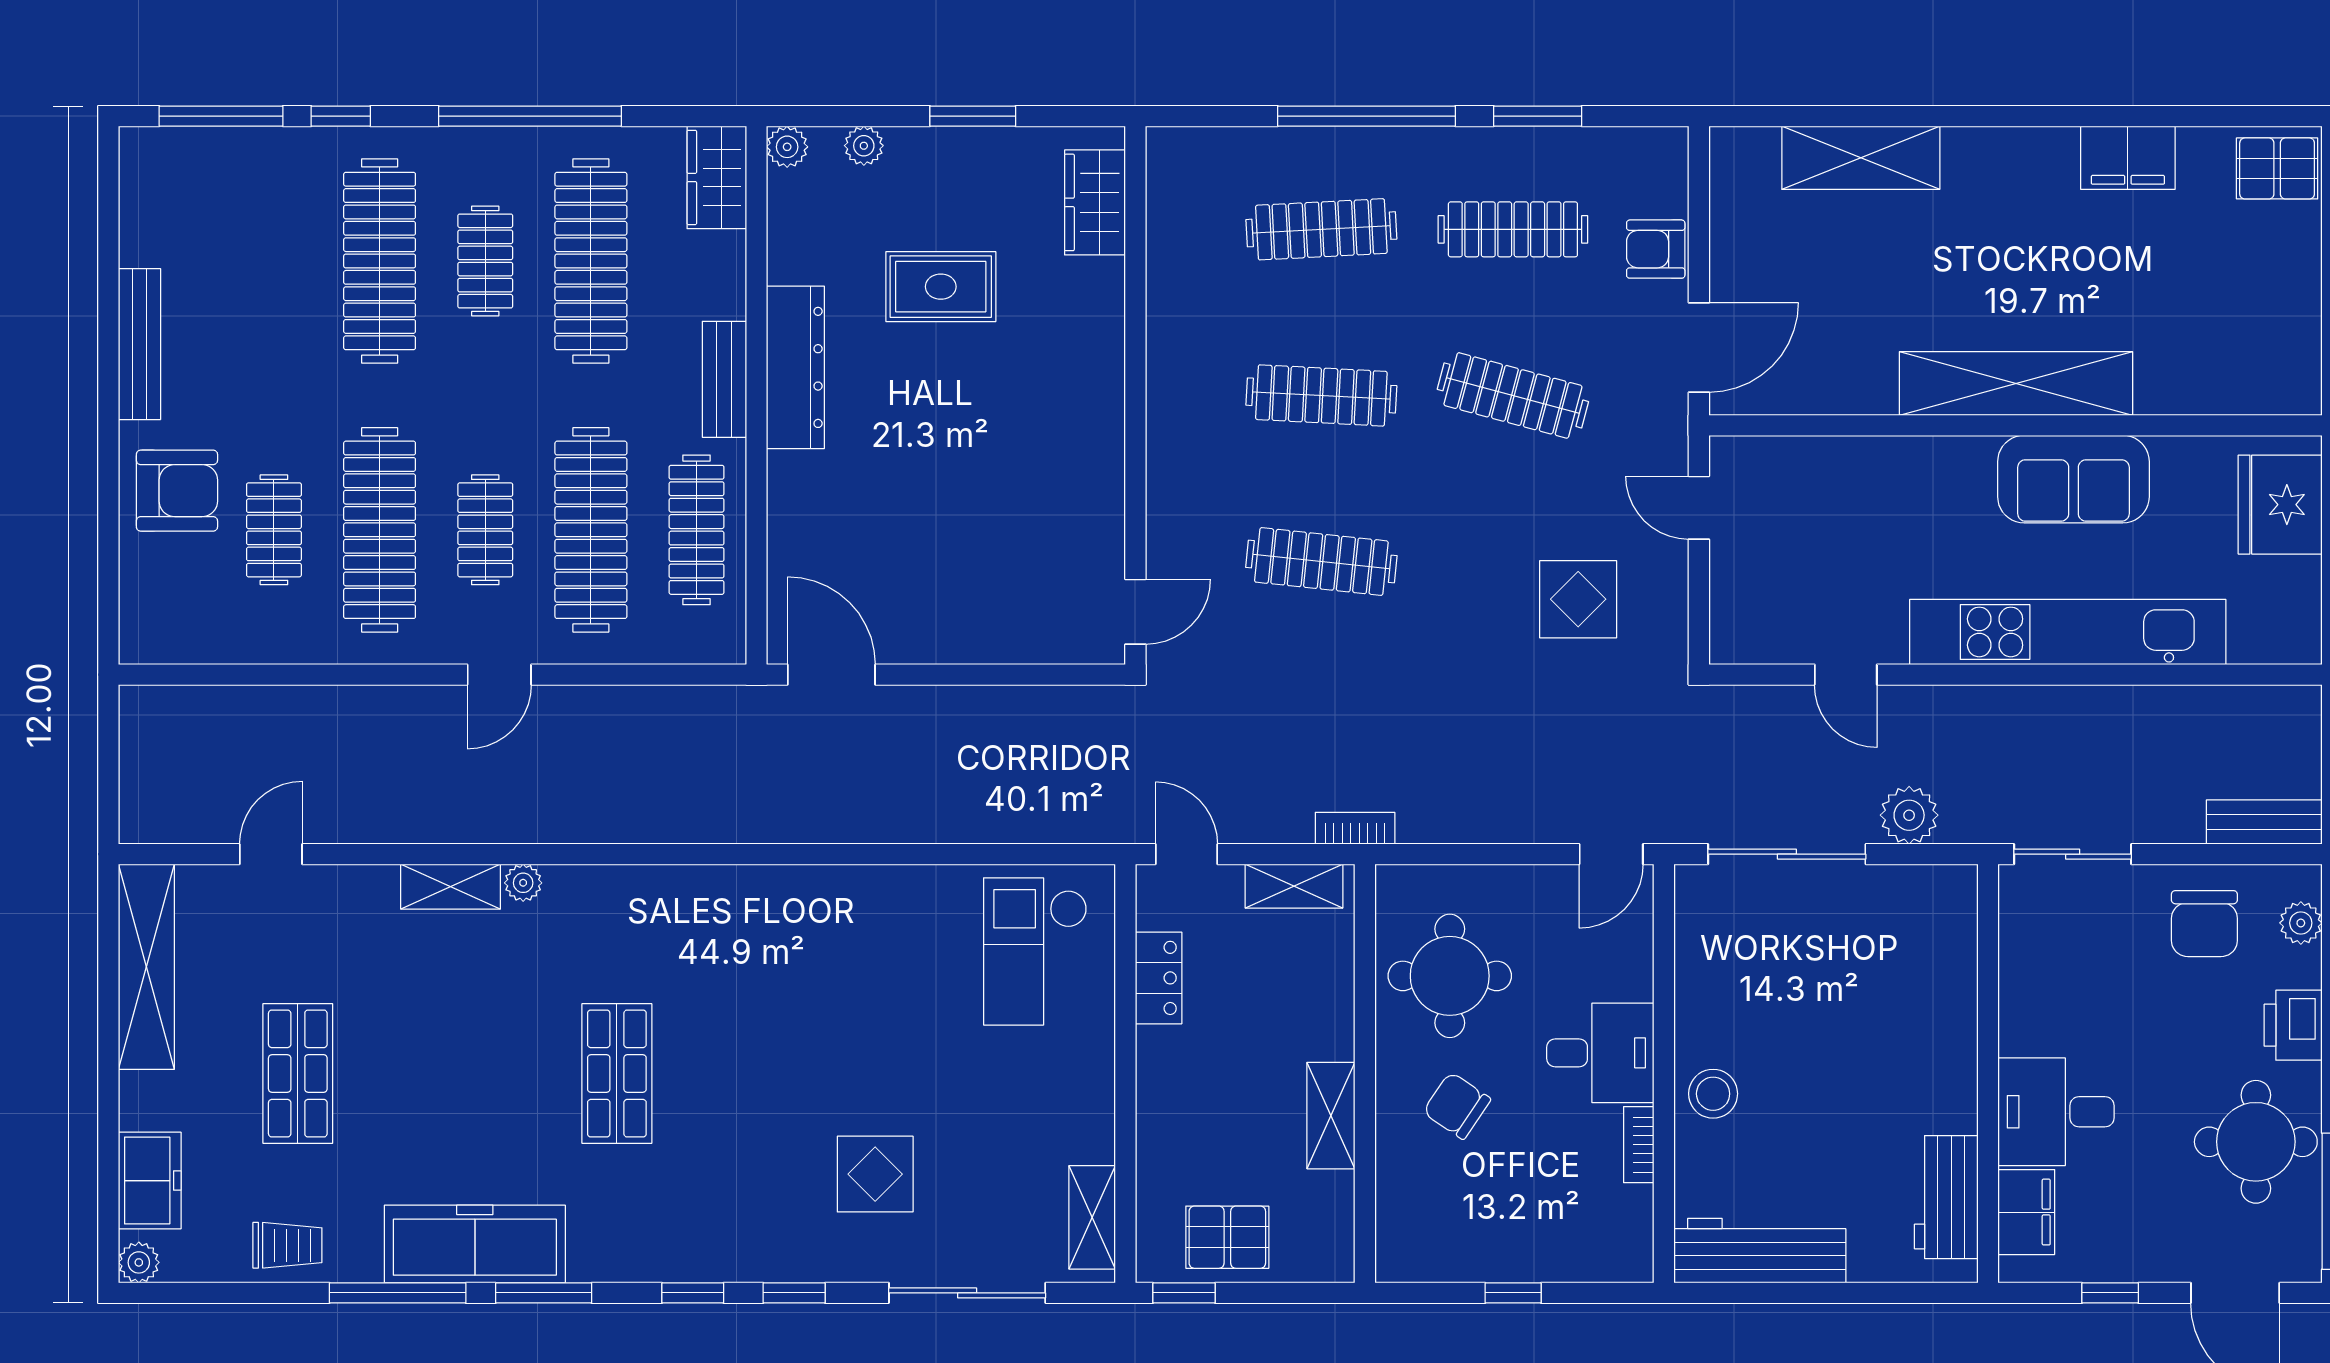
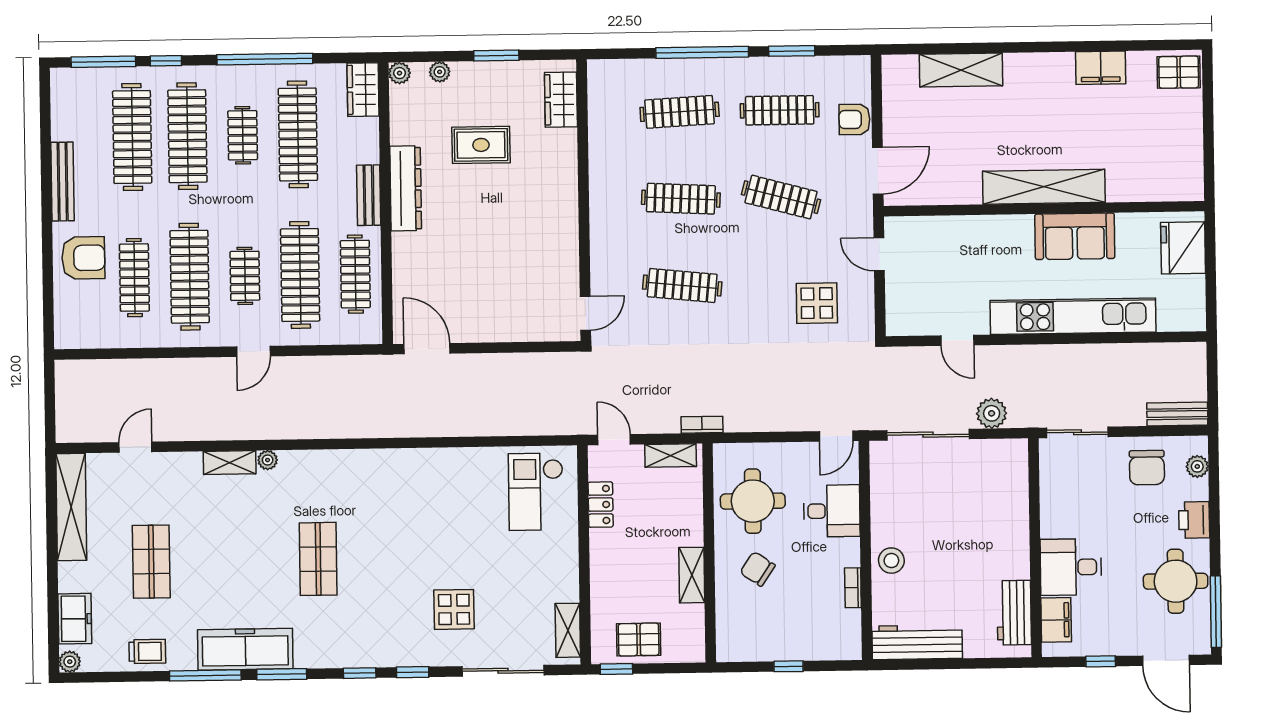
clothes rail: (274, 261) -> (132, 137), added
clothes rail: (274, 530) -> (134, 278), width x1.36
desk: (1600, 1053) -> (832, 511), moved

